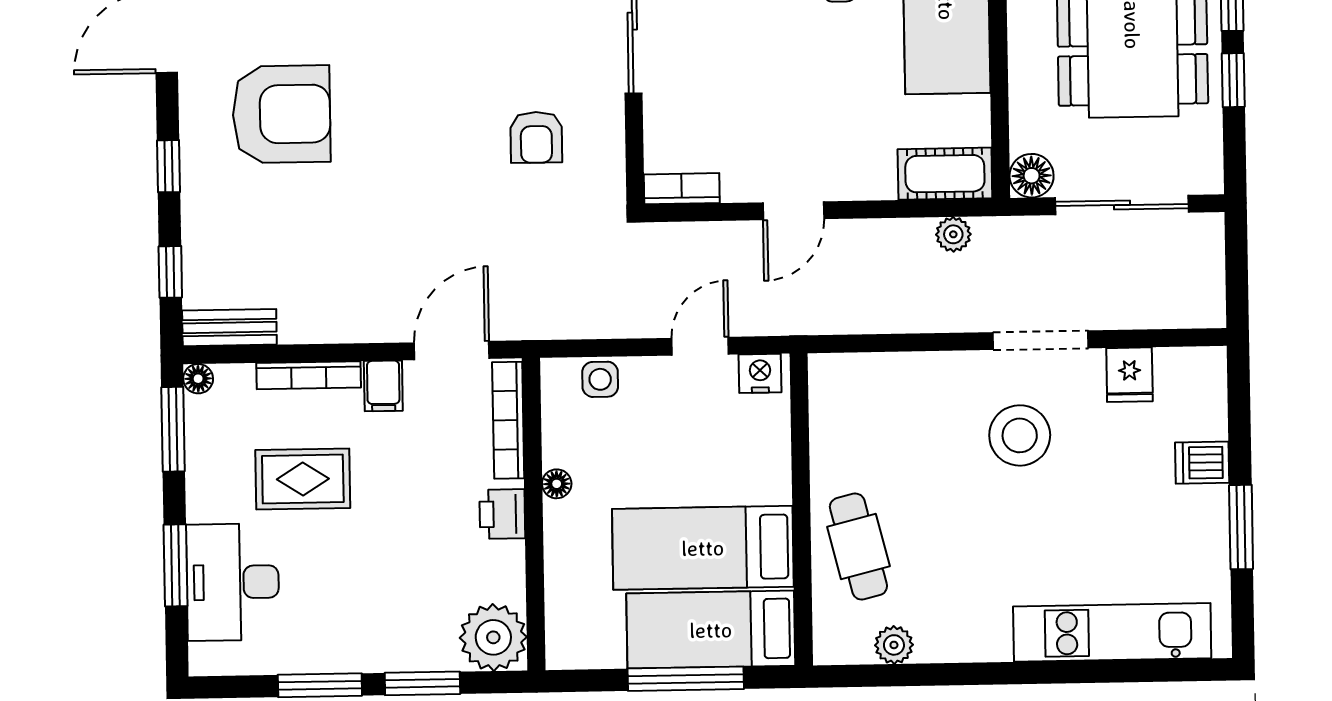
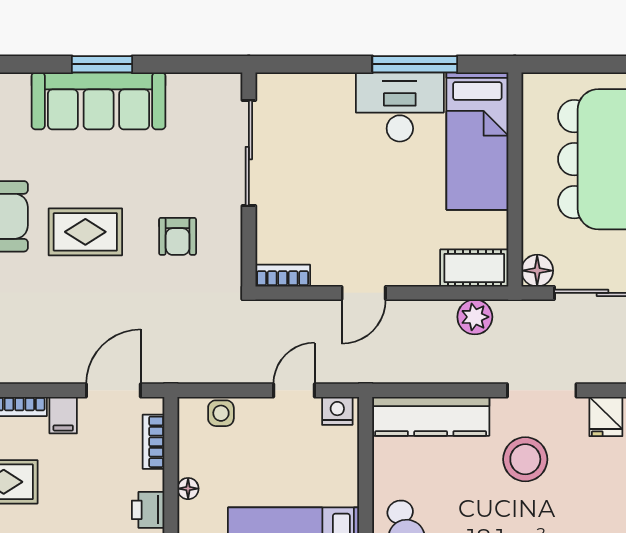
rug: (409, 133) -> (85, 232), added
plant: (953, 234) -> (475, 317), width x1.38, depth x1.38
kitchen counter: (889, 379) -> (431, 416), added
bookcase: (508, 420) -> (154, 442), width x0.64

